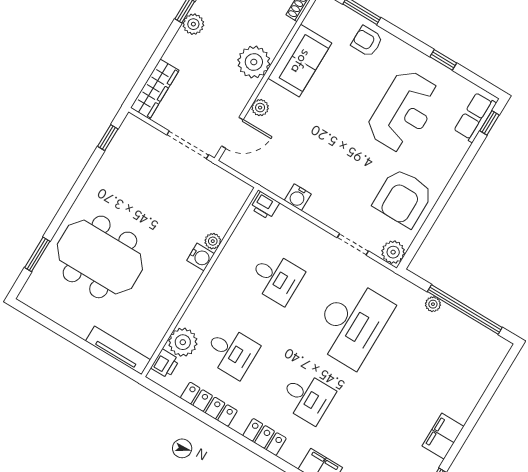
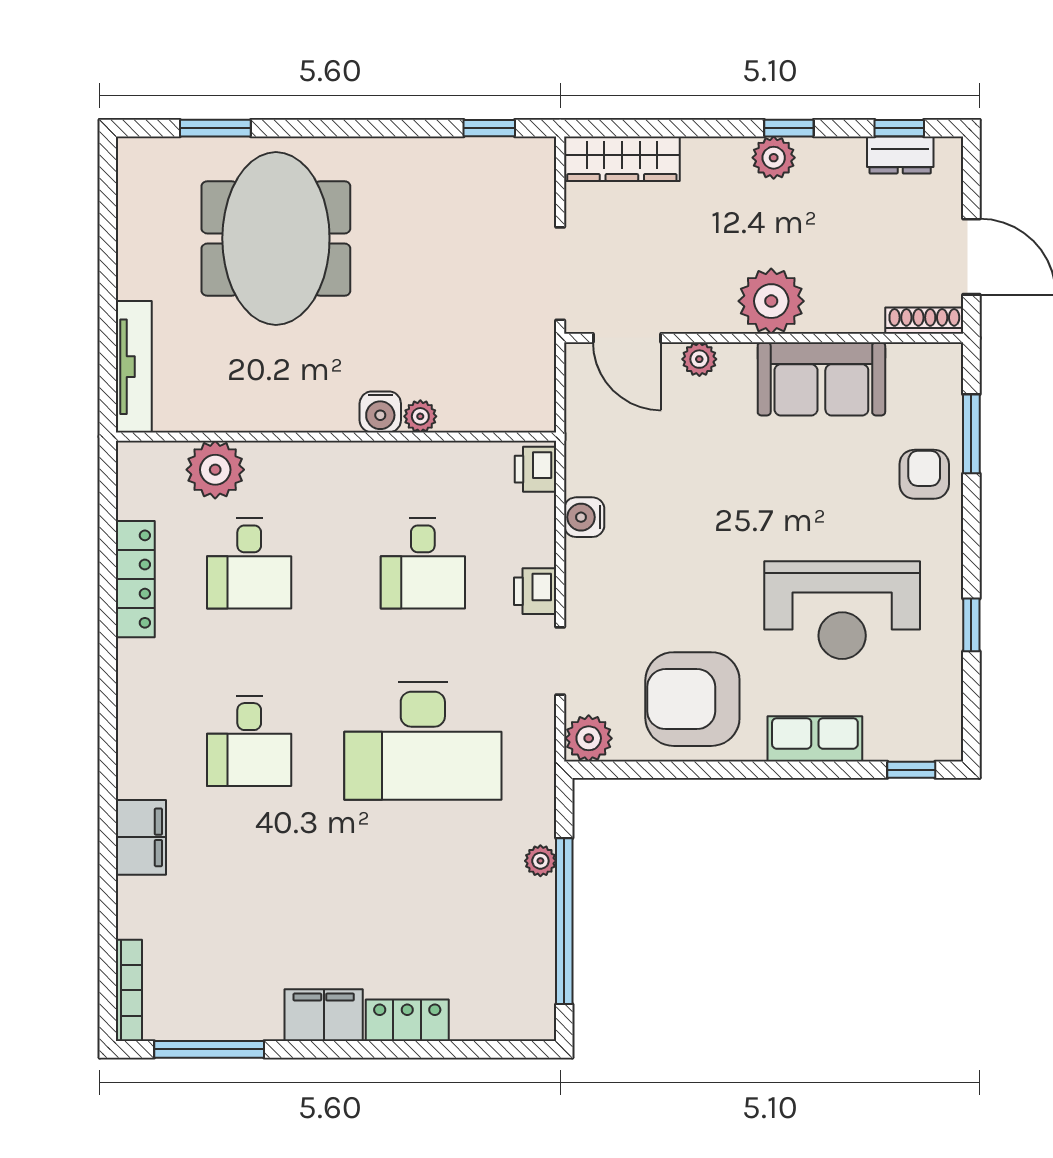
row of seats: (475, 117) -> (815, 739), moved
printer: (165, 364) -> (535, 591), moved, turned 90
locker: (264, 437) -> (407, 1020), moved, turned -90

